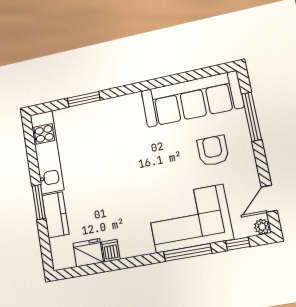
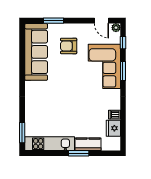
window: (84, 99) -> (22, 133), moved
window: (252, 117) -> (54, 21), width x0.69
window: (188, 252) -> (123, 71), width x0.69

